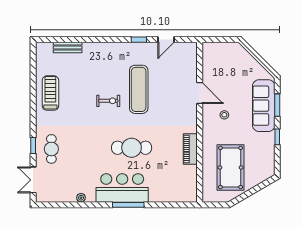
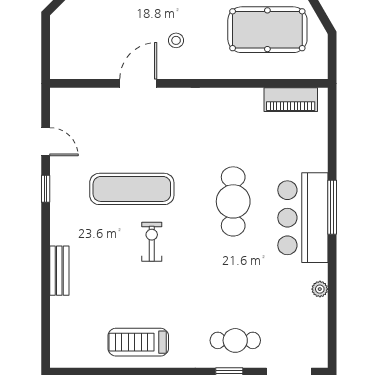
bench: (68, 48) -> (59, 271), moved
piano: (190, 149) -> (291, 100), moved

